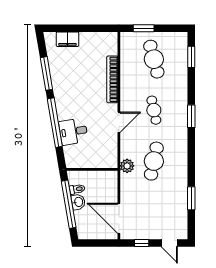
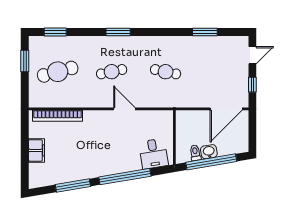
window: (144, 28) -> (25, 61), moved
filing cabinet: (67, 39) -> (37, 150), moved
bookcase: (112, 79) -> (57, 116), moved
desk: (73, 132) -> (153, 154), moved
cafe table: (154, 161) -> (166, 72), width x0.73, depth x0.74
plant: (127, 166) -> (171, 100), removed

